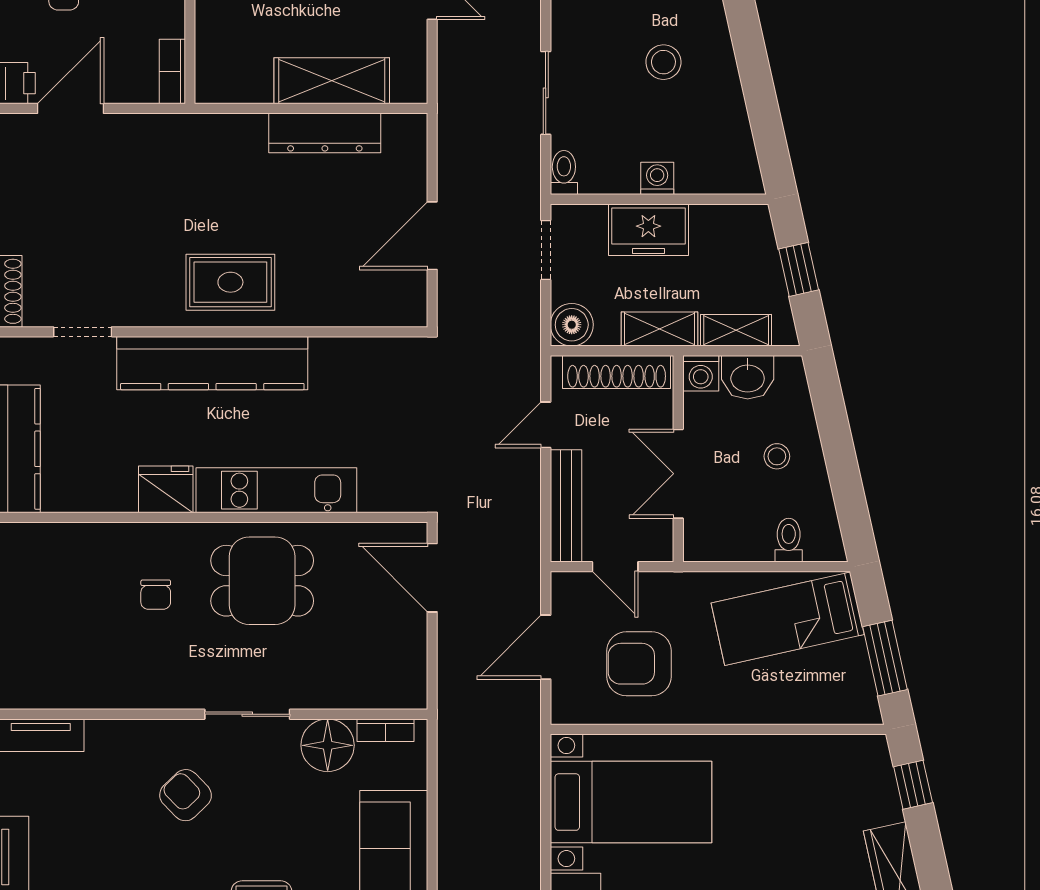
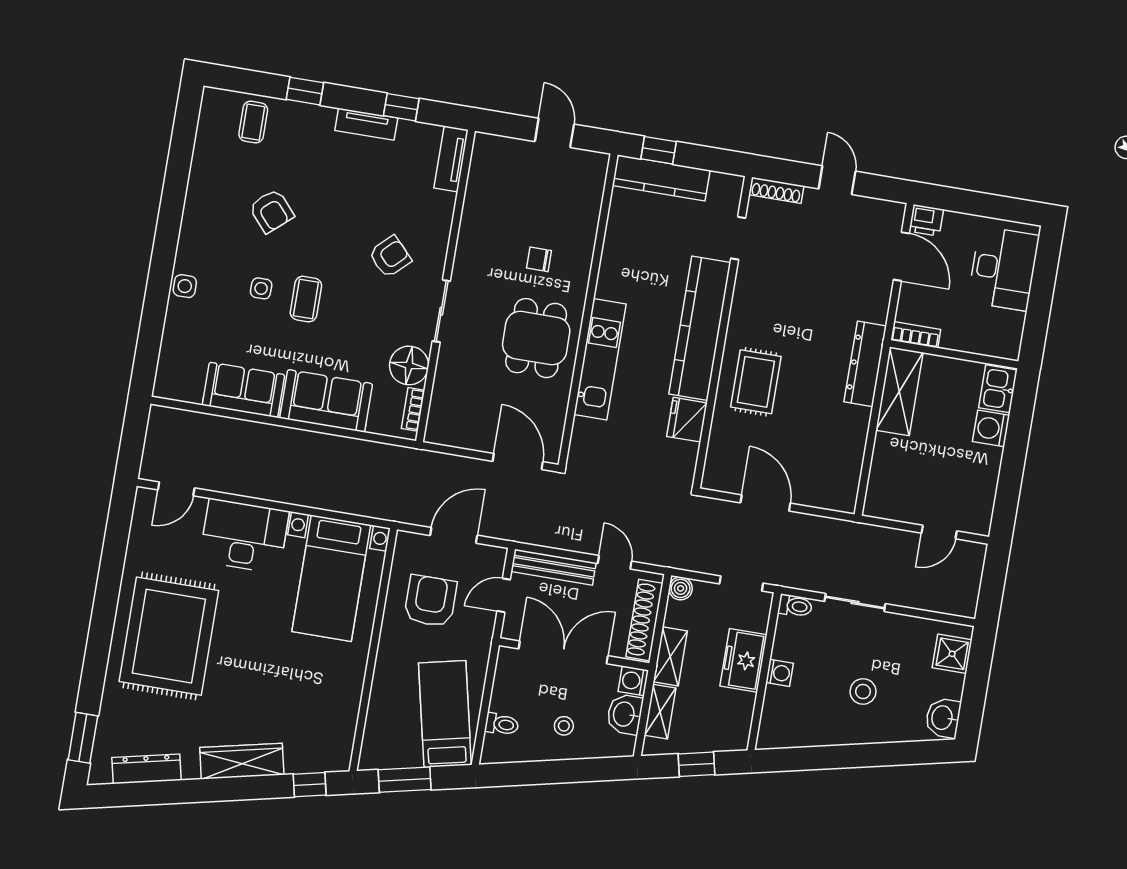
shelving: (332, 81) -> (899, 391), moved
dresser: (325, 133) -> (865, 364), moved
rug: (230, 282) -> (756, 382), moved
boiler: (572, 325) -> (681, 588), width x0.73, depth x0.73
double door: (678, 474) -> (563, 652), width x1.37
fridge: (166, 489) -> (687, 420), moved, turned 180
door: (432, 578) -> (518, 462), hinge flipped
door: (546, 647) -> (454, 535), hinge flipped

